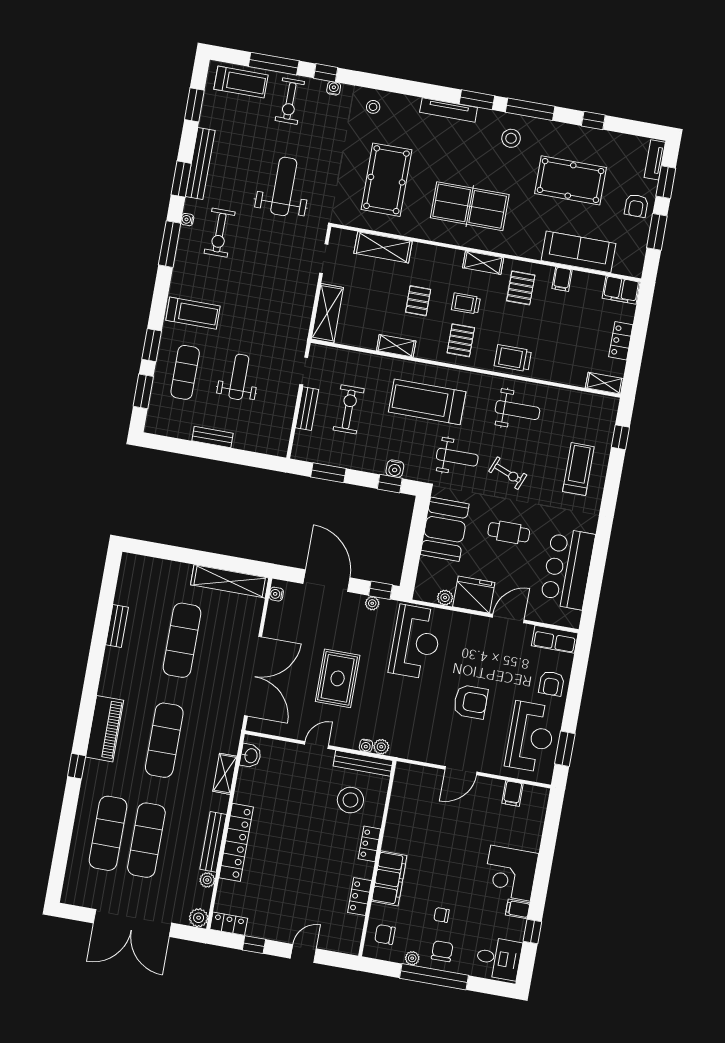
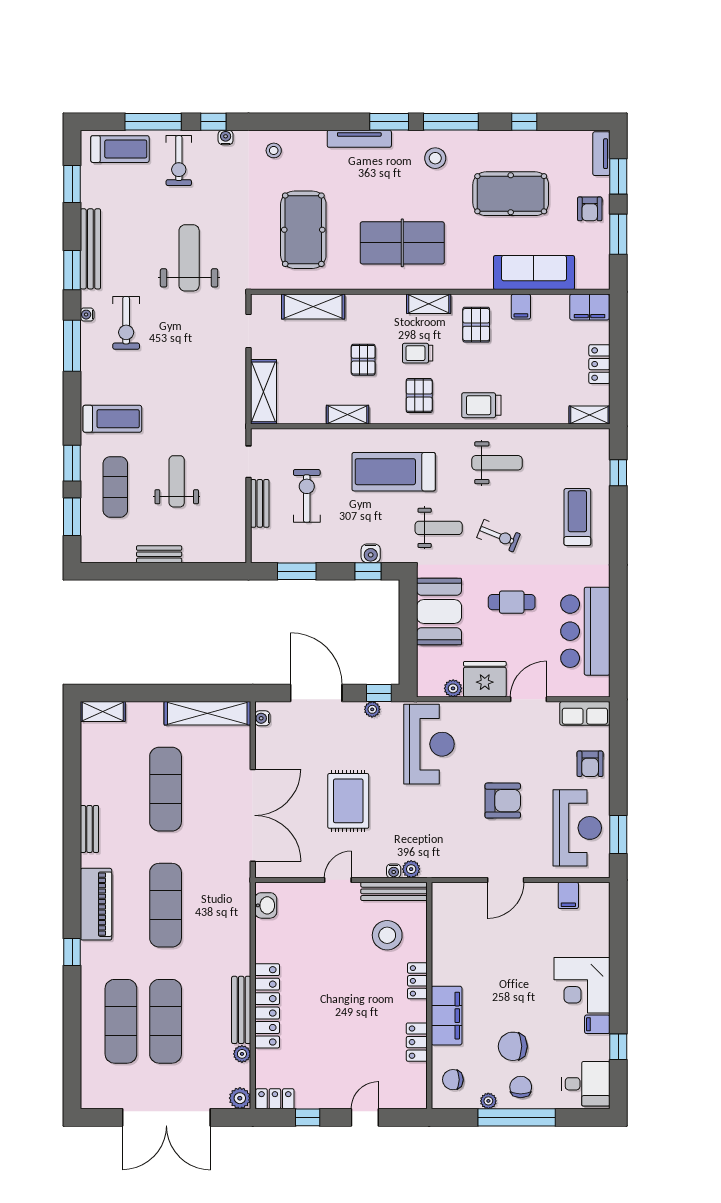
bench: (117, 626) -> (89, 829), moved
shelving: (225, 774) -> (103, 711), moved, turned 90
chair: (442, 915) -> (513, 1046), width x1.87, depth x1.87

